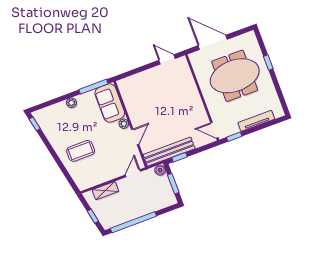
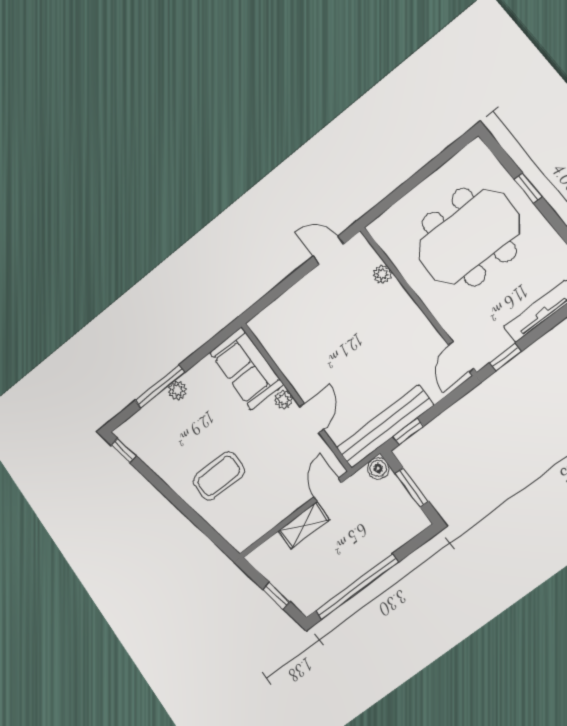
door: (213, 42) -> (406, 188), removed
plant: (189, 80) -> (382, 274), added
window: (93, 87) -> (160, 387), moved
door: (214, 130) -> (461, 357), hinge flipped
shelving: (105, 191) -> (304, 525), moved

